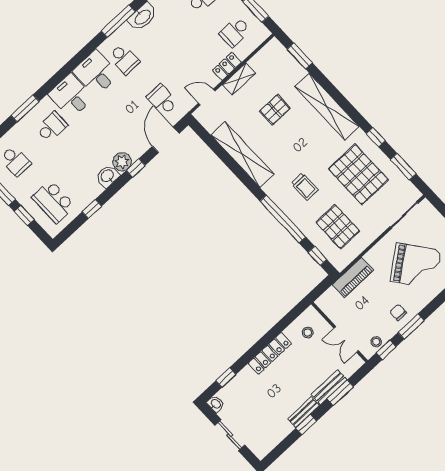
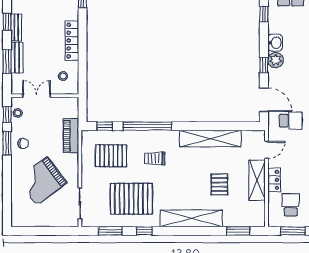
shelving: (239, 79) -> (257, 180), width x1.50, depth x1.33

